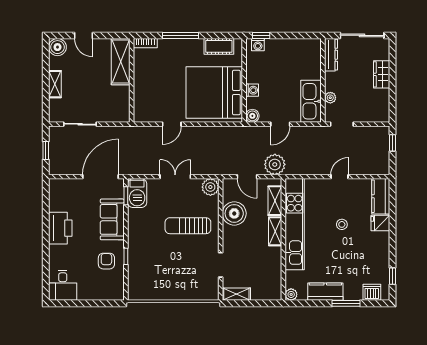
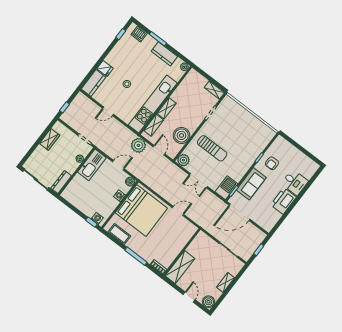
wardrobe: (382, 74) -> (50, 139), moved
desk: (63, 285) -> (295, 182), moved, turned 90

